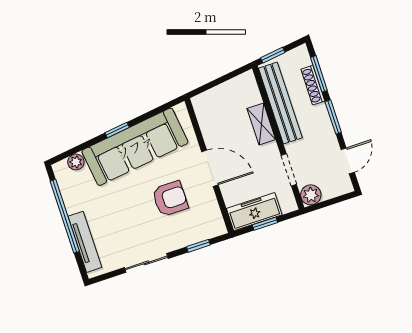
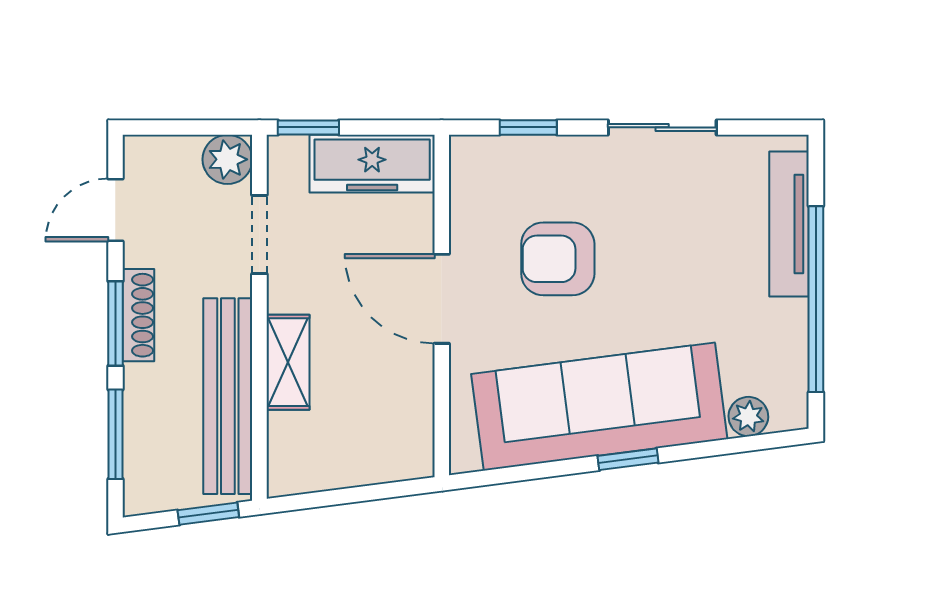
shoe rack: (313, 85) -> (138, 315), moved
window: (265, 224) -> (308, 127), moved

